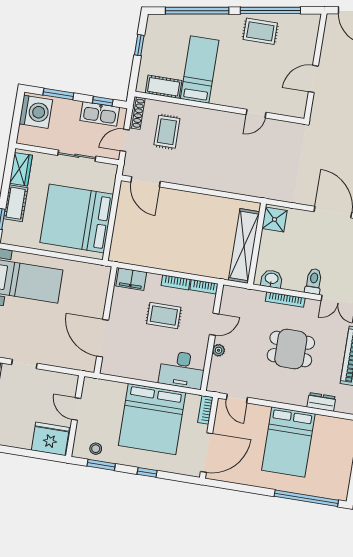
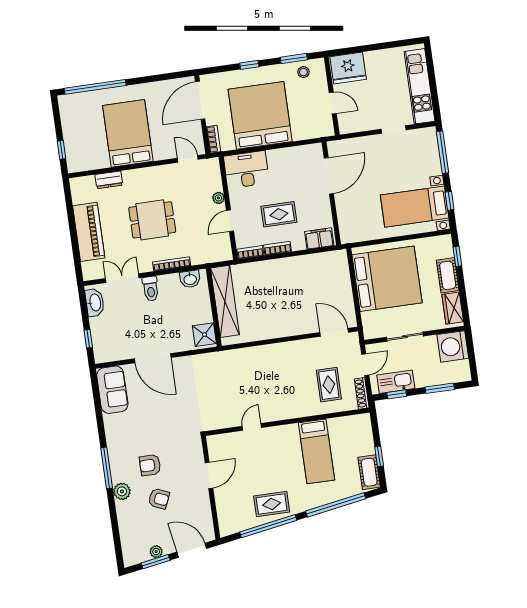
cot: (164, 87) -> (369, 472), moved, turned 90
washing machine: (36, 112) -> (453, 346), moved
door: (103, 338) -> (329, 176), hinge flipped

